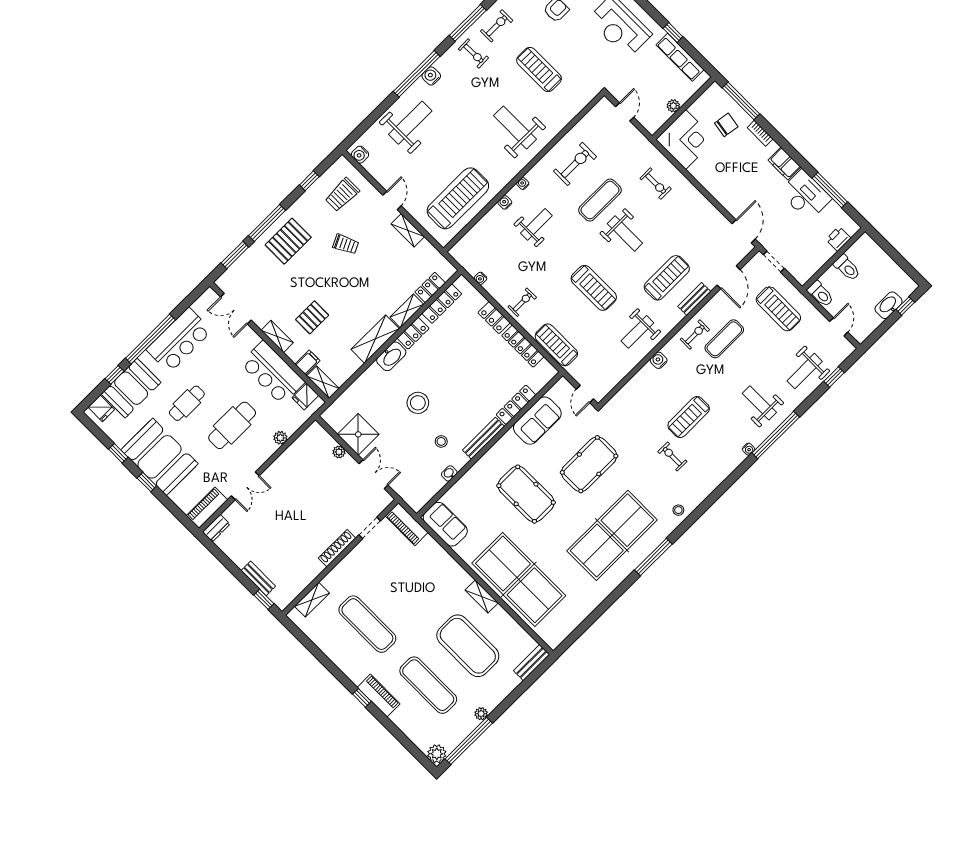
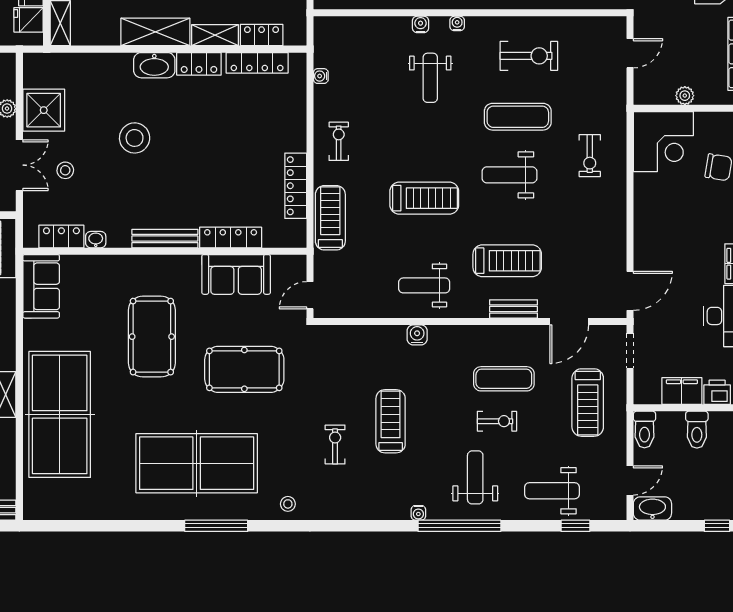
weight bench: (536, 224) -> (430, 78), turned 90
weight bench: (625, 233) -> (509, 175), turned 90
filing cabinet: (820, 256) -> (682, 391), added
treadmill: (594, 288) -> (424, 198), turned -90
exercise bike: (522, 302) -> (339, 141), turned -90
washbasin: (889, 305) -> (652, 508), moved
locker: (494, 318) -> (61, 236), moved, turned 90
exercise bike: (695, 335) -> (497, 421), moved
treadmill: (689, 417) -> (391, 421), turned 90
stool: (441, 441) -> (65, 170), moved

